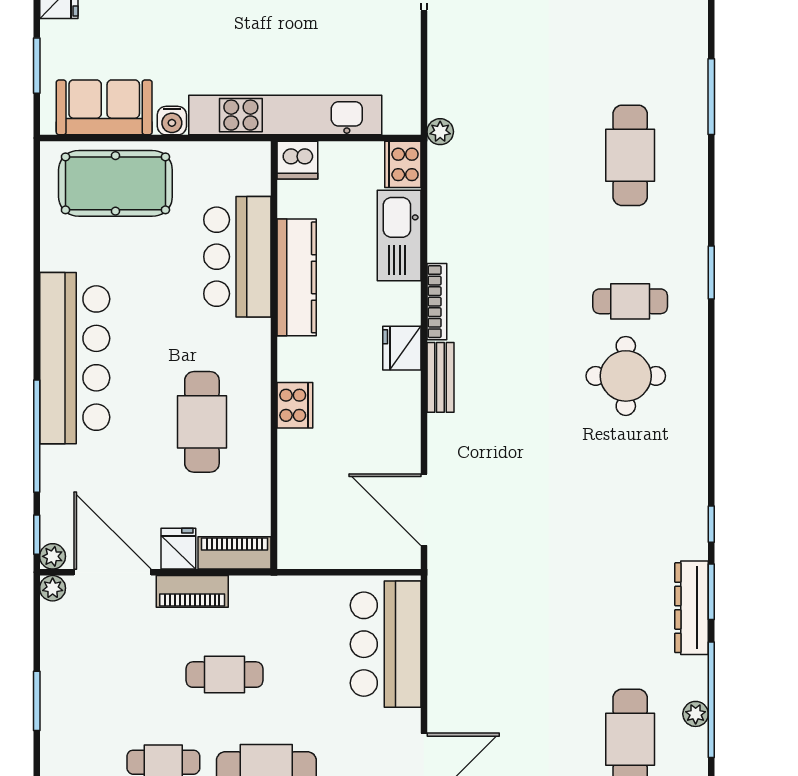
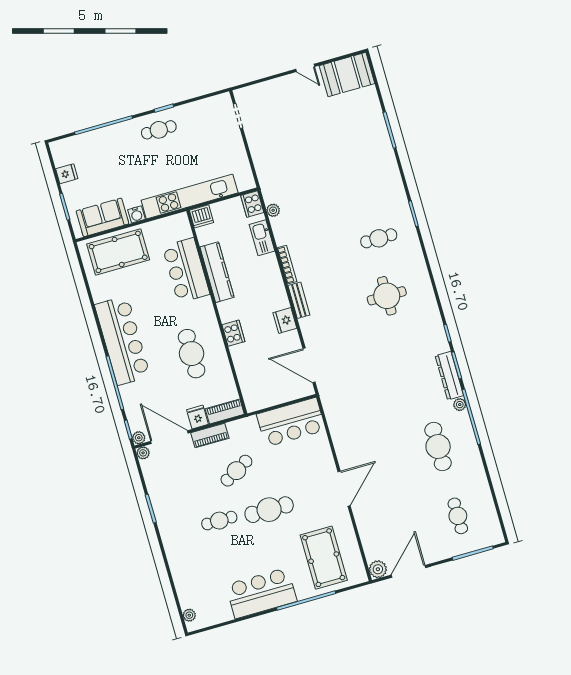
plant: (440, 132) -> (273, 210), moved
cafe table: (630, 155) -> (359, 169), removed
kitchen sink: (399, 236) -> (262, 238), width x0.73, depth x0.81
fridge: (402, 348) -> (285, 320), moved
round table: (626, 376) -> (387, 296), moved
bar counter: (386, 644) -> (291, 422), moved, turned -90
cafe table: (224, 675) -> (236, 471), turned -30
plant: (696, 714) -> (460, 405), moved

